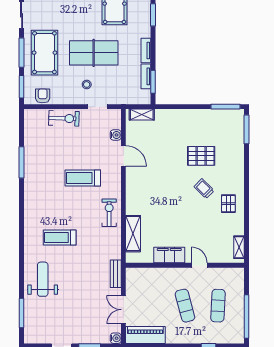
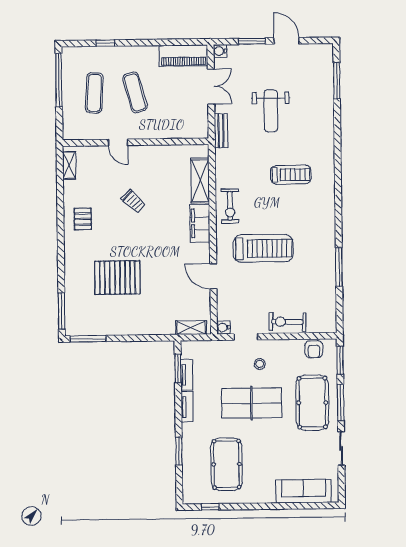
water cooler: (116, 135) -> (223, 328), moved
pallet: (201, 156) -> (117, 278), width x1.37, depth x1.41
treadmill: (83, 178) -> (263, 248), width x1.37, depth x1.38
trolley: (204, 189) -> (133, 201), moved
filing cabinet: (169, 255) -> (200, 223), moved, turned 90
weight bench: (43, 279) -> (271, 111), moved

